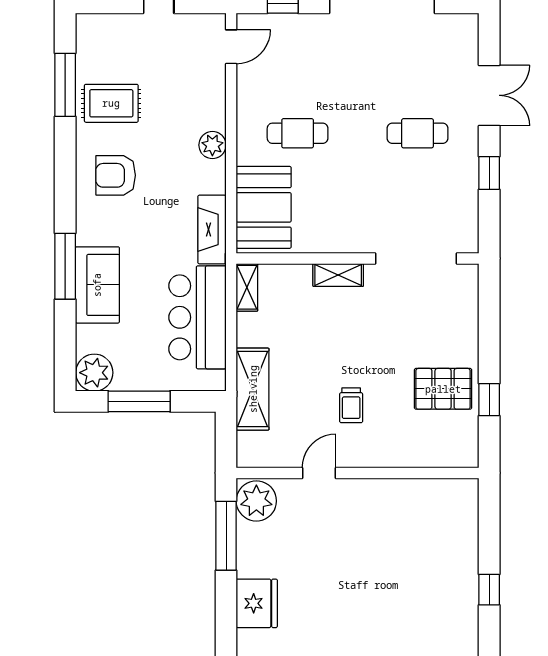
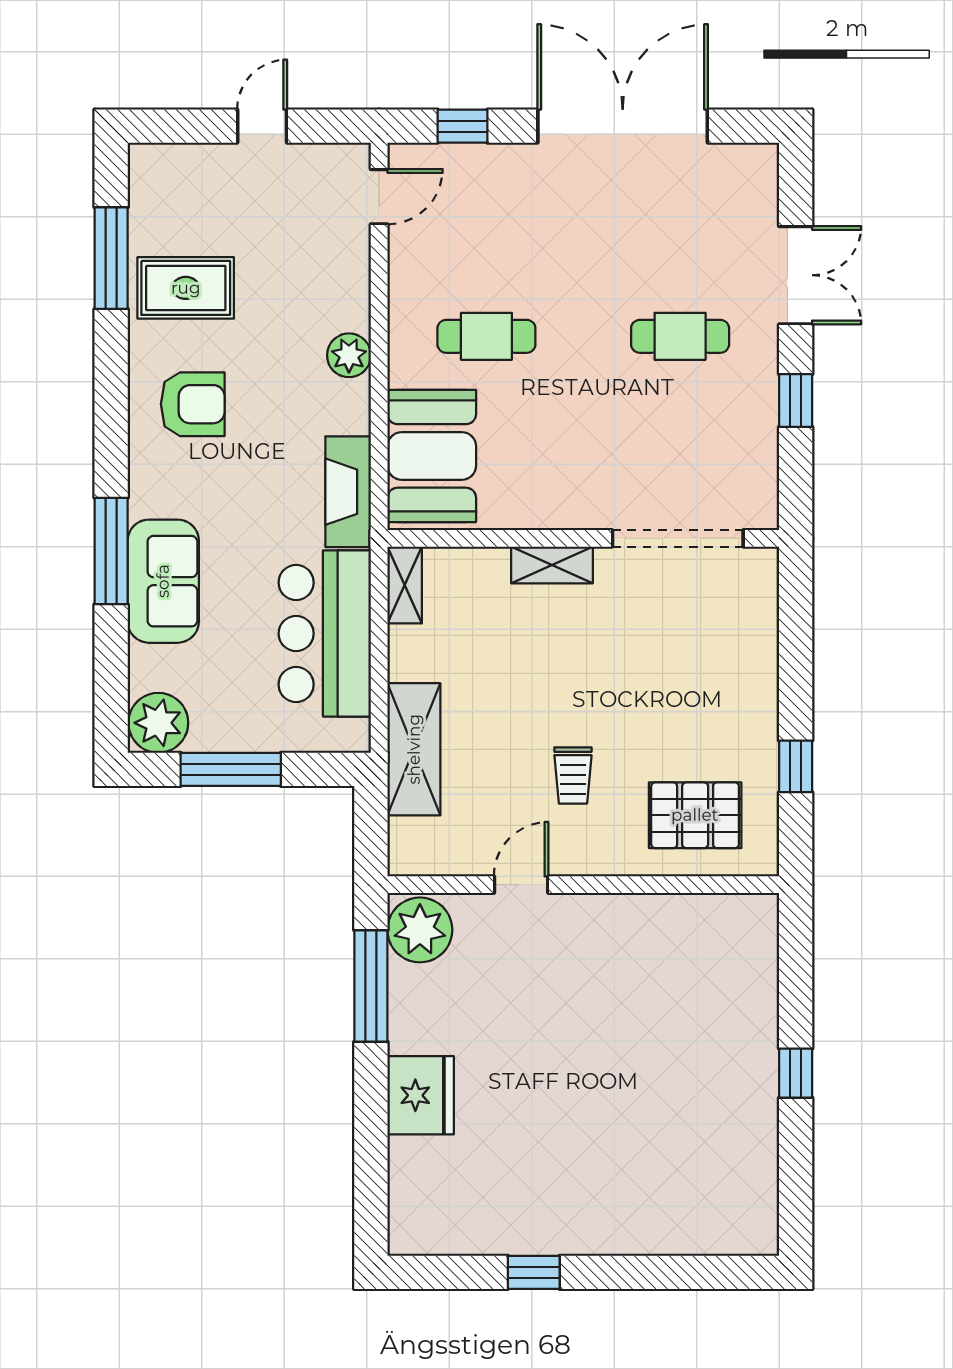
armchair: (116, 175) -> (193, 404), turned 180
pallet: (443, 389) -> (695, 815), moved

